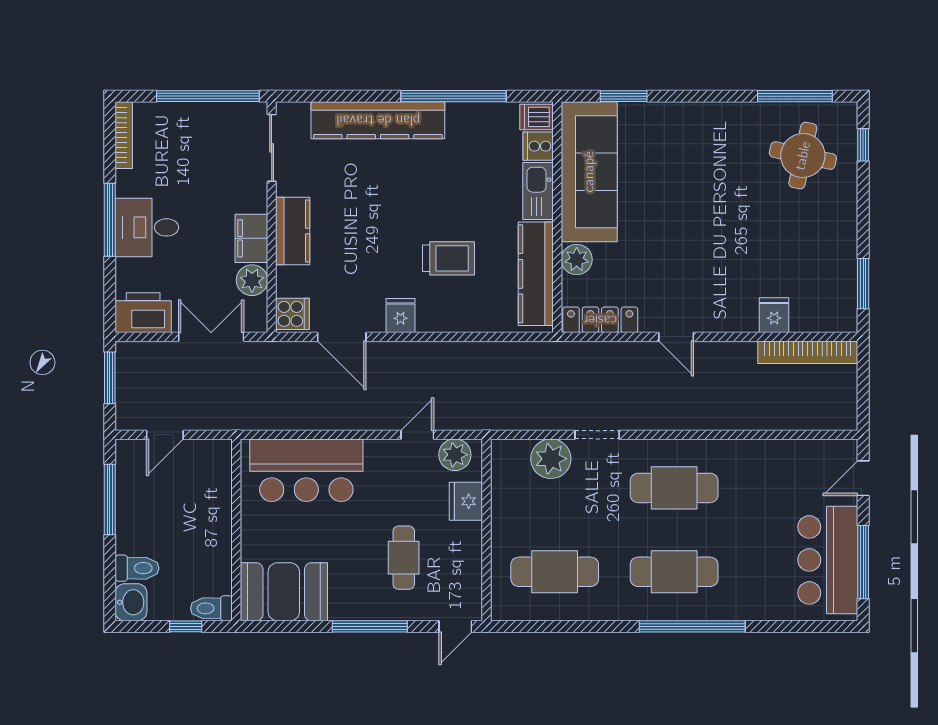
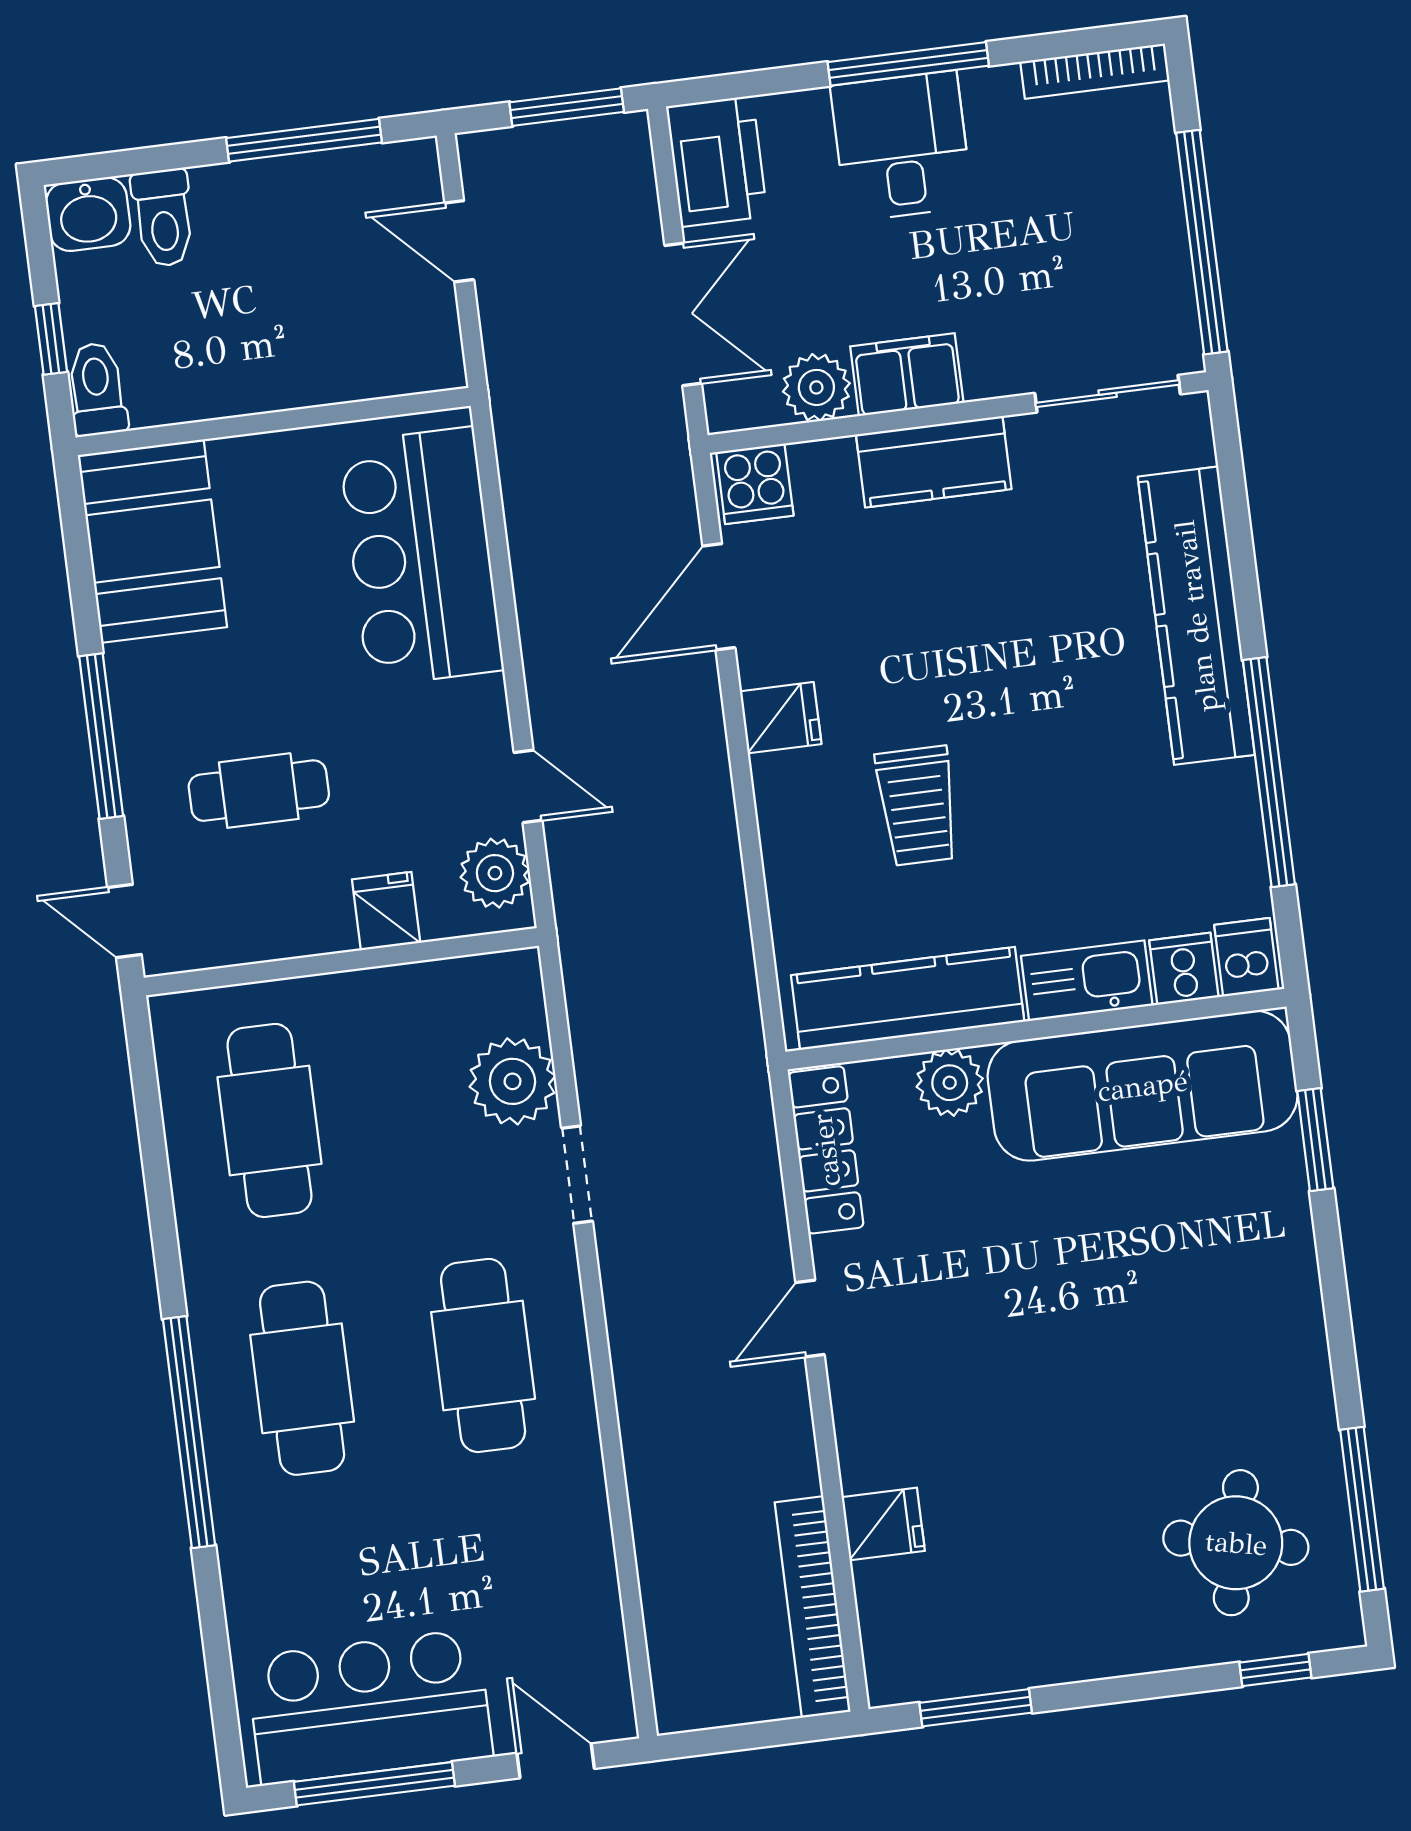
fridge: (466, 501) -> (386, 911), width x0.72

